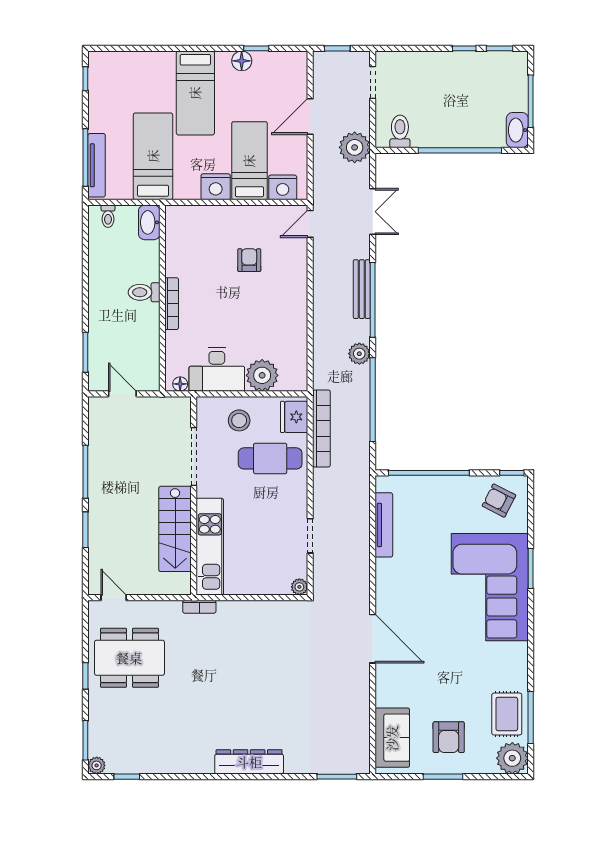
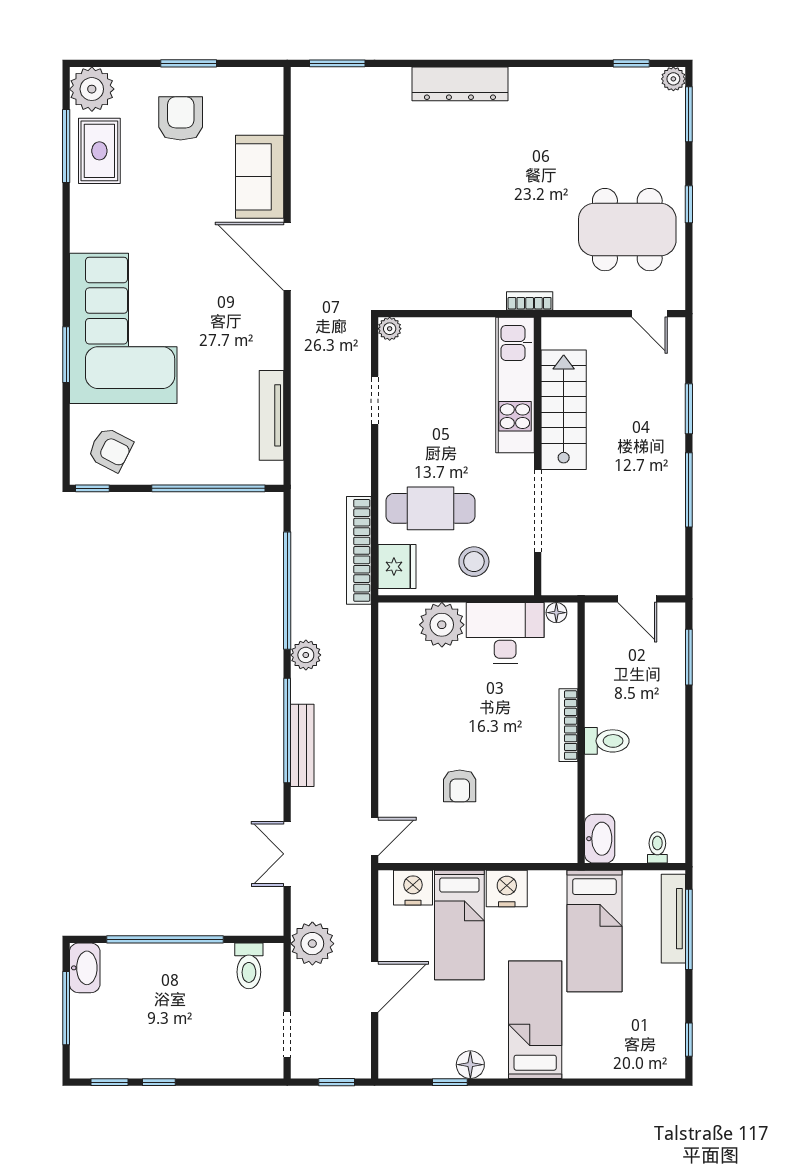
sofa: (392, 738) -> (260, 177), moved

